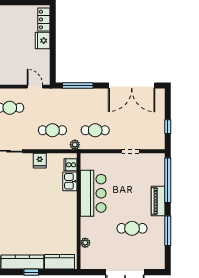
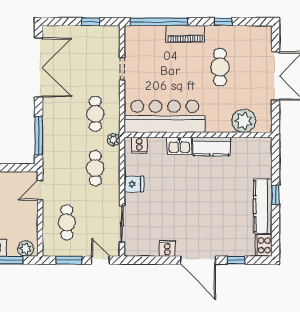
kitchen sink: (70, 181) -> (179, 146), moved
bar counter: (93, 193) -> (165, 116), width x1.36
window: (168, 231) -> (223, 22), width x0.46
plant: (85, 243) -> (244, 121), width x1.88, depth x1.88
kitchen counter: (60, 262) -> (211, 147), moved, turned -90

